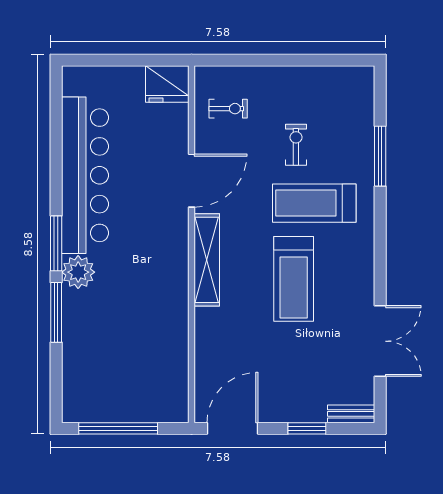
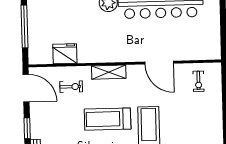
fridge: (167, 84) -> (65, 54), moved, turned 90
exercise bike: (296, 145) -> (71, 87), moved
shelving: (207, 260) -> (109, 72), width x0.68

